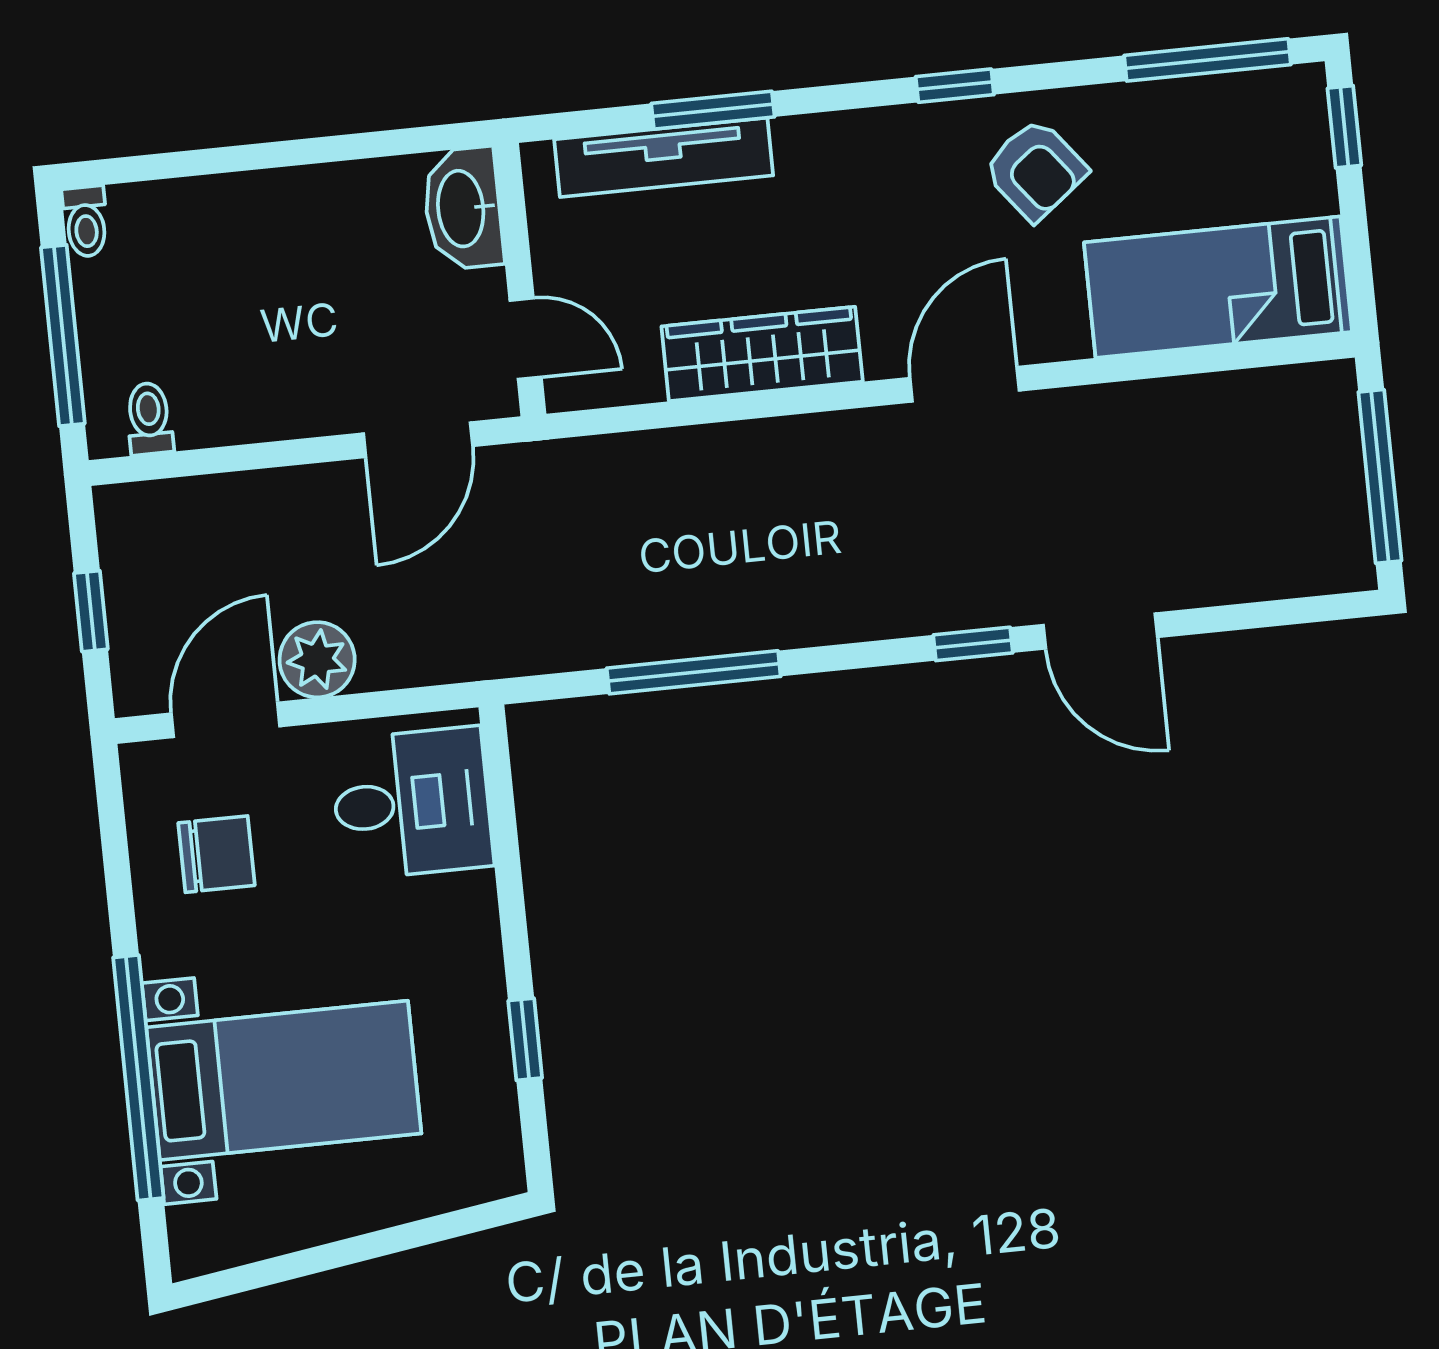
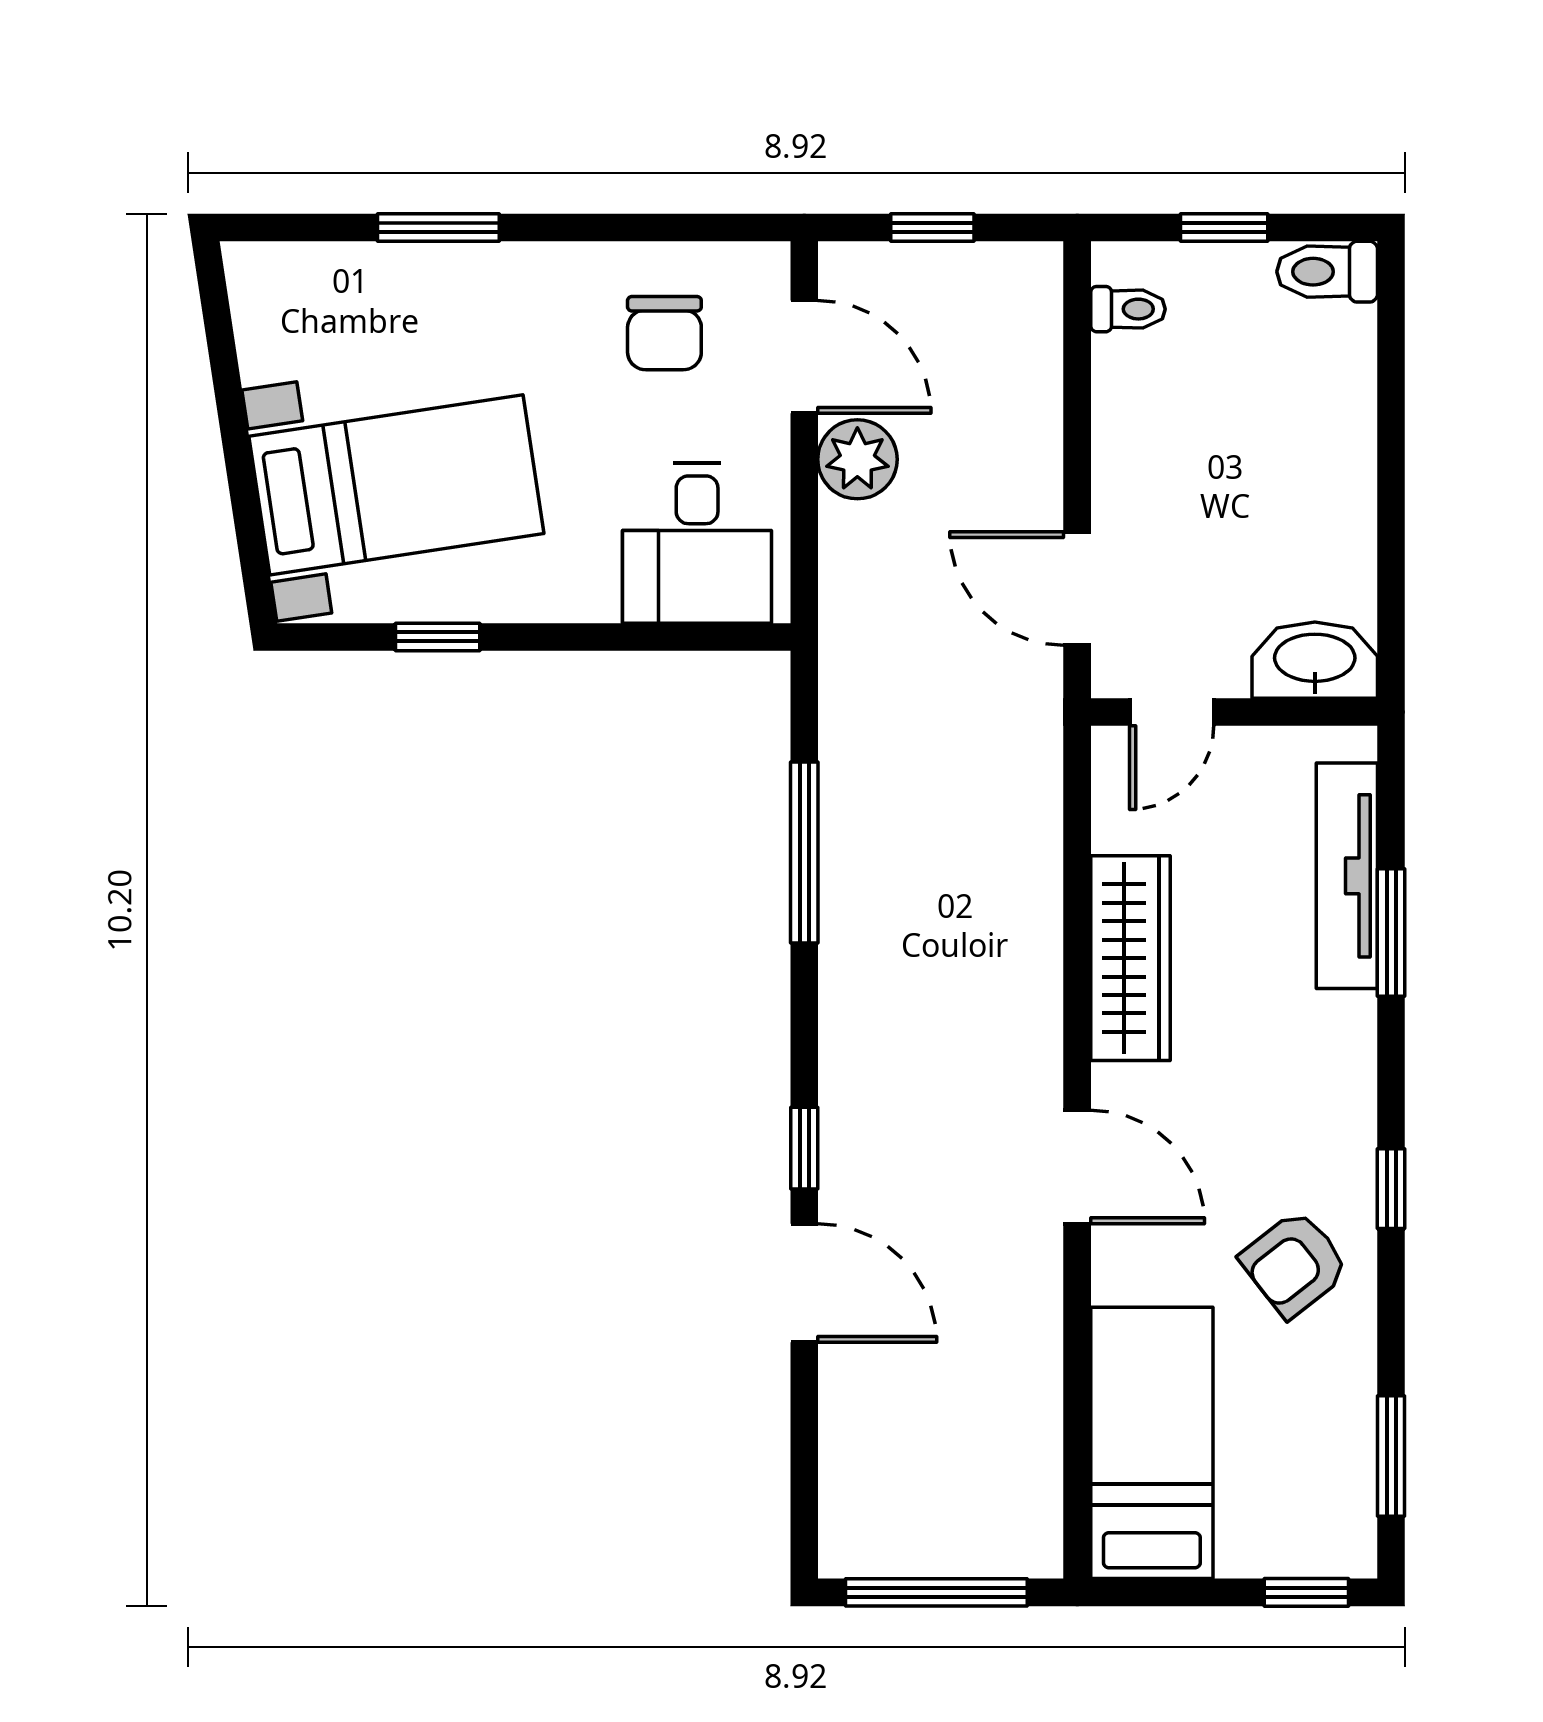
window: (1207, 60) -> (1391, 1456), width x0.69
toilet: (86, 222) -> (1327, 272), width x1.37, depth x1.39
window: (63, 336) -> (1224, 227), width x0.46
door: (1100, 631) -> (804, 1283), swing flipped
window: (138, 1078) -> (438, 227), width x0.47
bed with nightstands: (284, 1080) -> (396, 485), moved, turned -99

